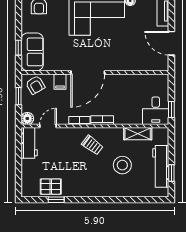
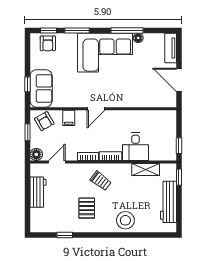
door: (88, 72) -> (96, 109), width x0.53
desk: (156, 111) -> (135, 147), moved
workbench: (29, 143) -> (38, 192), moved
stool: (122, 165) -> (125, 220), moved
window: (171, 173) -> (179, 177), moved
pallet: (51, 187) -> (87, 208), moved, turned 90

